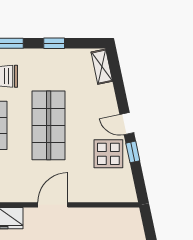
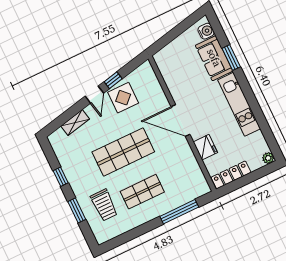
shelving: (102, 67) -> (75, 123), moved
door: (53, 205) -> (180, 121), width x1.36

